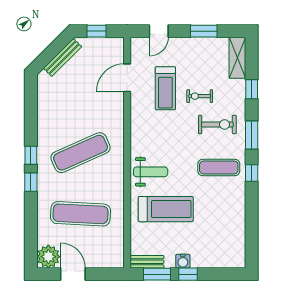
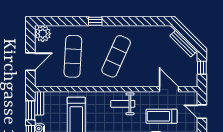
exercise mat: (80, 153) -> (116, 56), turned 48
window: (31, 155) -> (114, 21), removed
weight bench: (151, 172) -> (123, 104), moved, turned 90
door: (73, 274) -> (30, 62), moved

